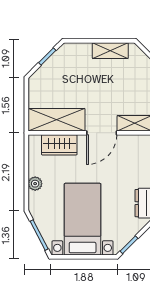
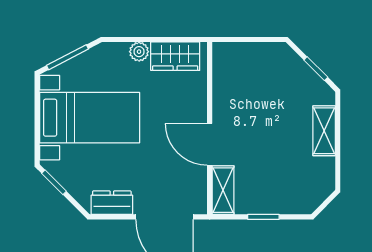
shelving: (110, 51) -> (324, 131), moved
shelving: (56, 120) -> (228, 81), removed
wardrobe: (59, 145) -> (175, 56), moved, turned -90

